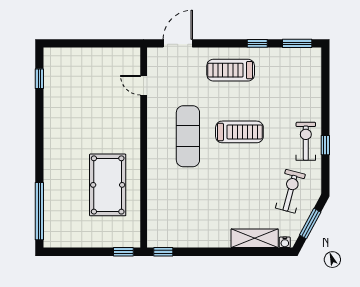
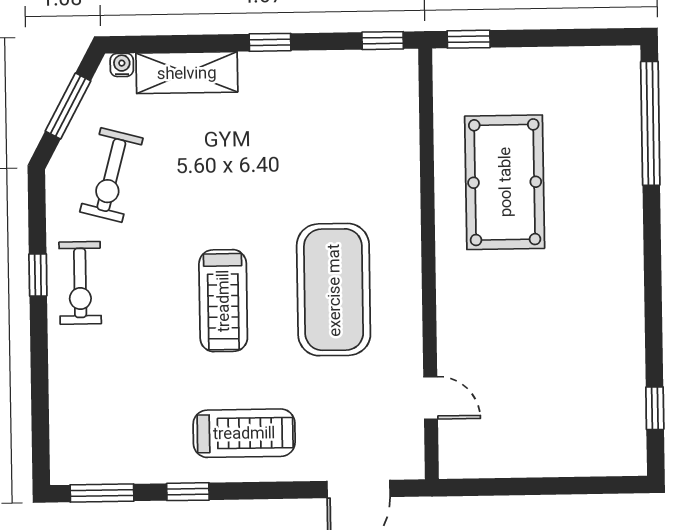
treadmill: (239, 132) -> (223, 301), turned -90
exercise mat: (188, 136) -> (334, 290), width x1.47
window: (216, 252) -> (270, 42), added

